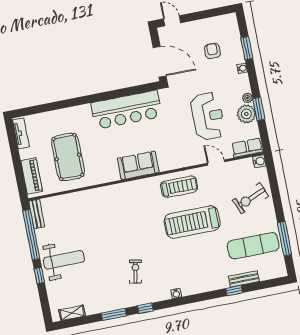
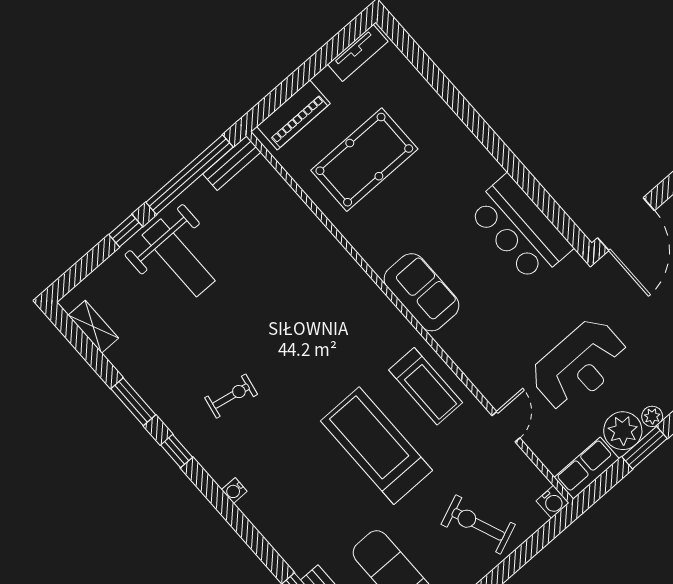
bar counter: (126, 110) -> (520, 229), width x0.73
row of seats: (247, 148) -> (587, 468), moved, turned -90

